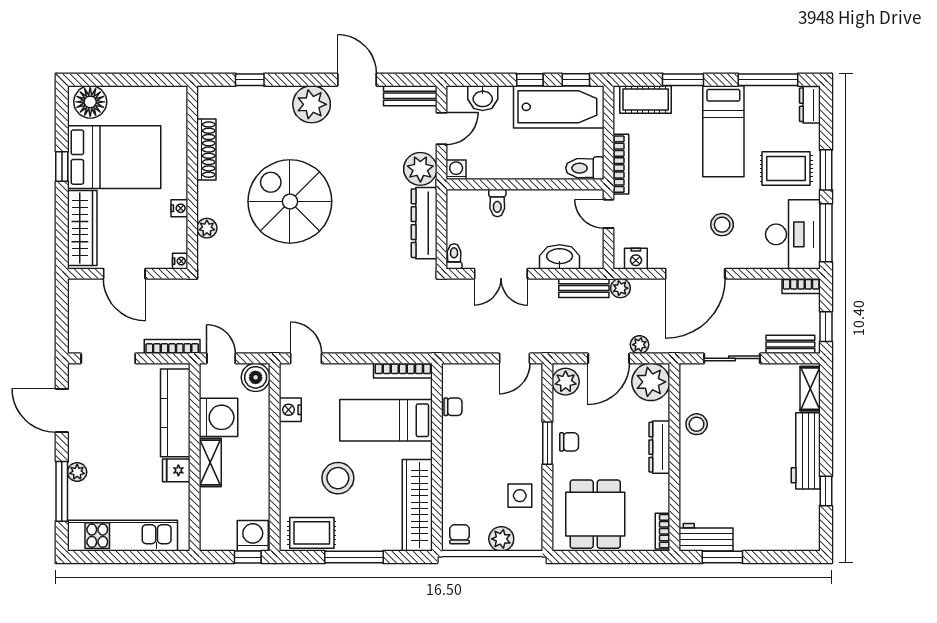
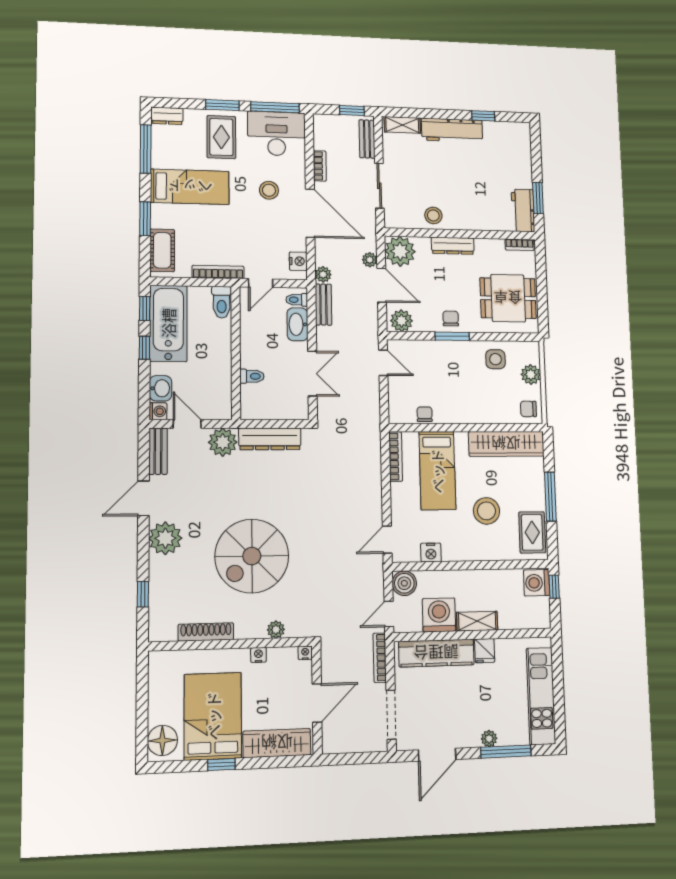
washing machine: (456, 170) -> (158, 411), moved, turned 180
toilet: (454, 256) -> (297, 300), moved
bookcase: (801, 286) -> (320, 166), moved

